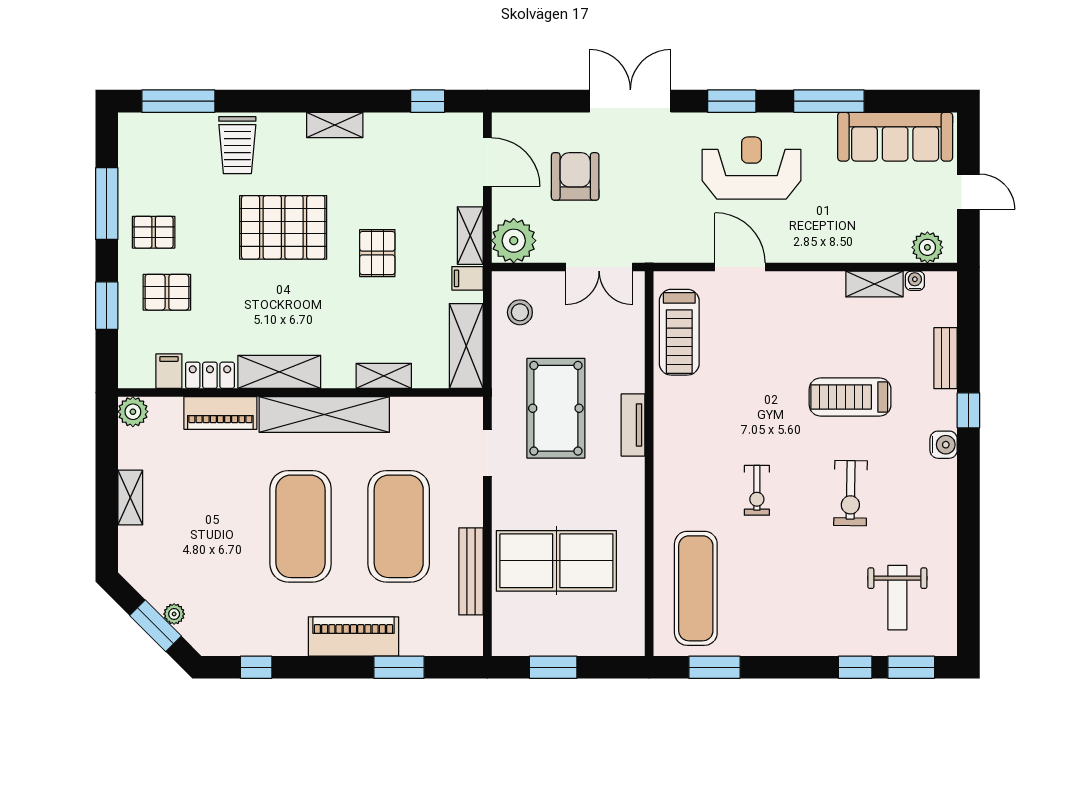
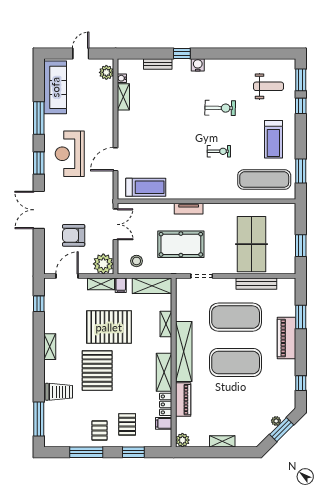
pallet: (377, 253) -> (109, 327), width x2.05, depth x2.00
treadmill: (850, 397) -> (273, 139), moved

